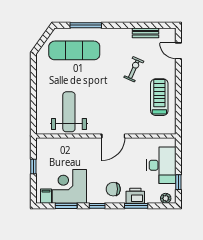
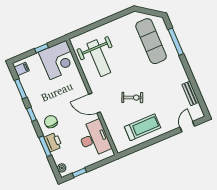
exercise bike: (134, 69) -> (132, 98), moved
weight bench: (69, 112) -> (99, 58), turned 90
desk: (161, 165) -> (94, 138), moved, turned -90
corner desk: (69, 186) -> (58, 60), moved, turned 90

